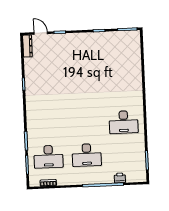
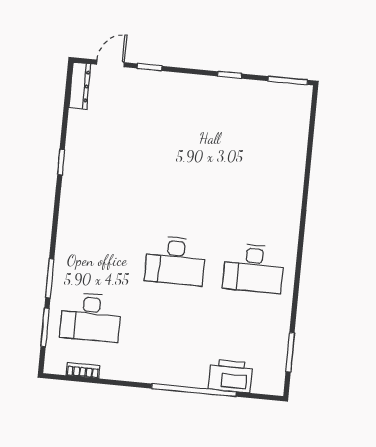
door: (41, 33) -> (110, 63), hinge flipped
desk: (87, 155) -> (175, 261), moved
printer: (120, 178) -> (230, 376), width x1.87, depth x1.48

